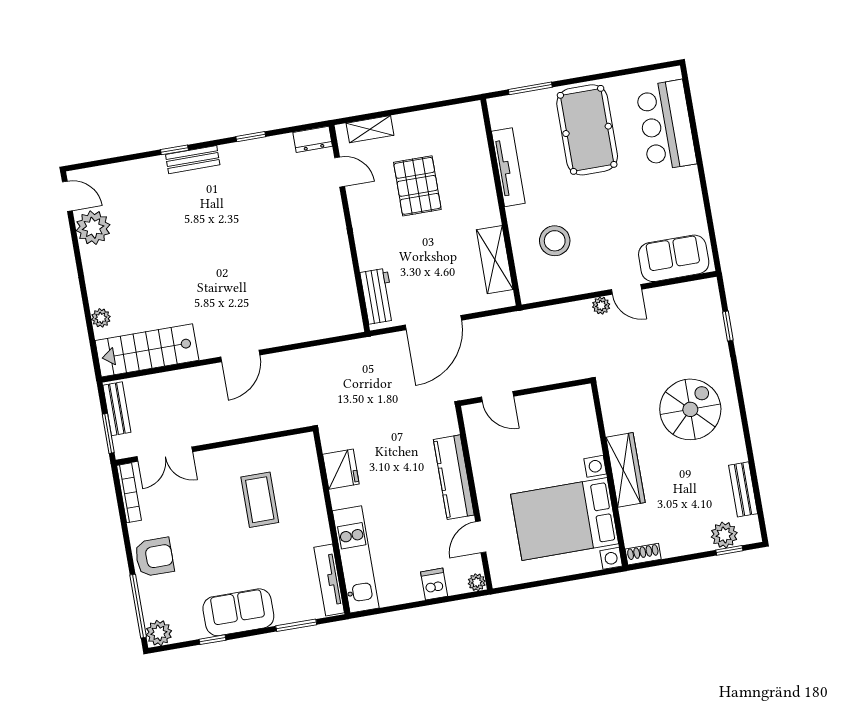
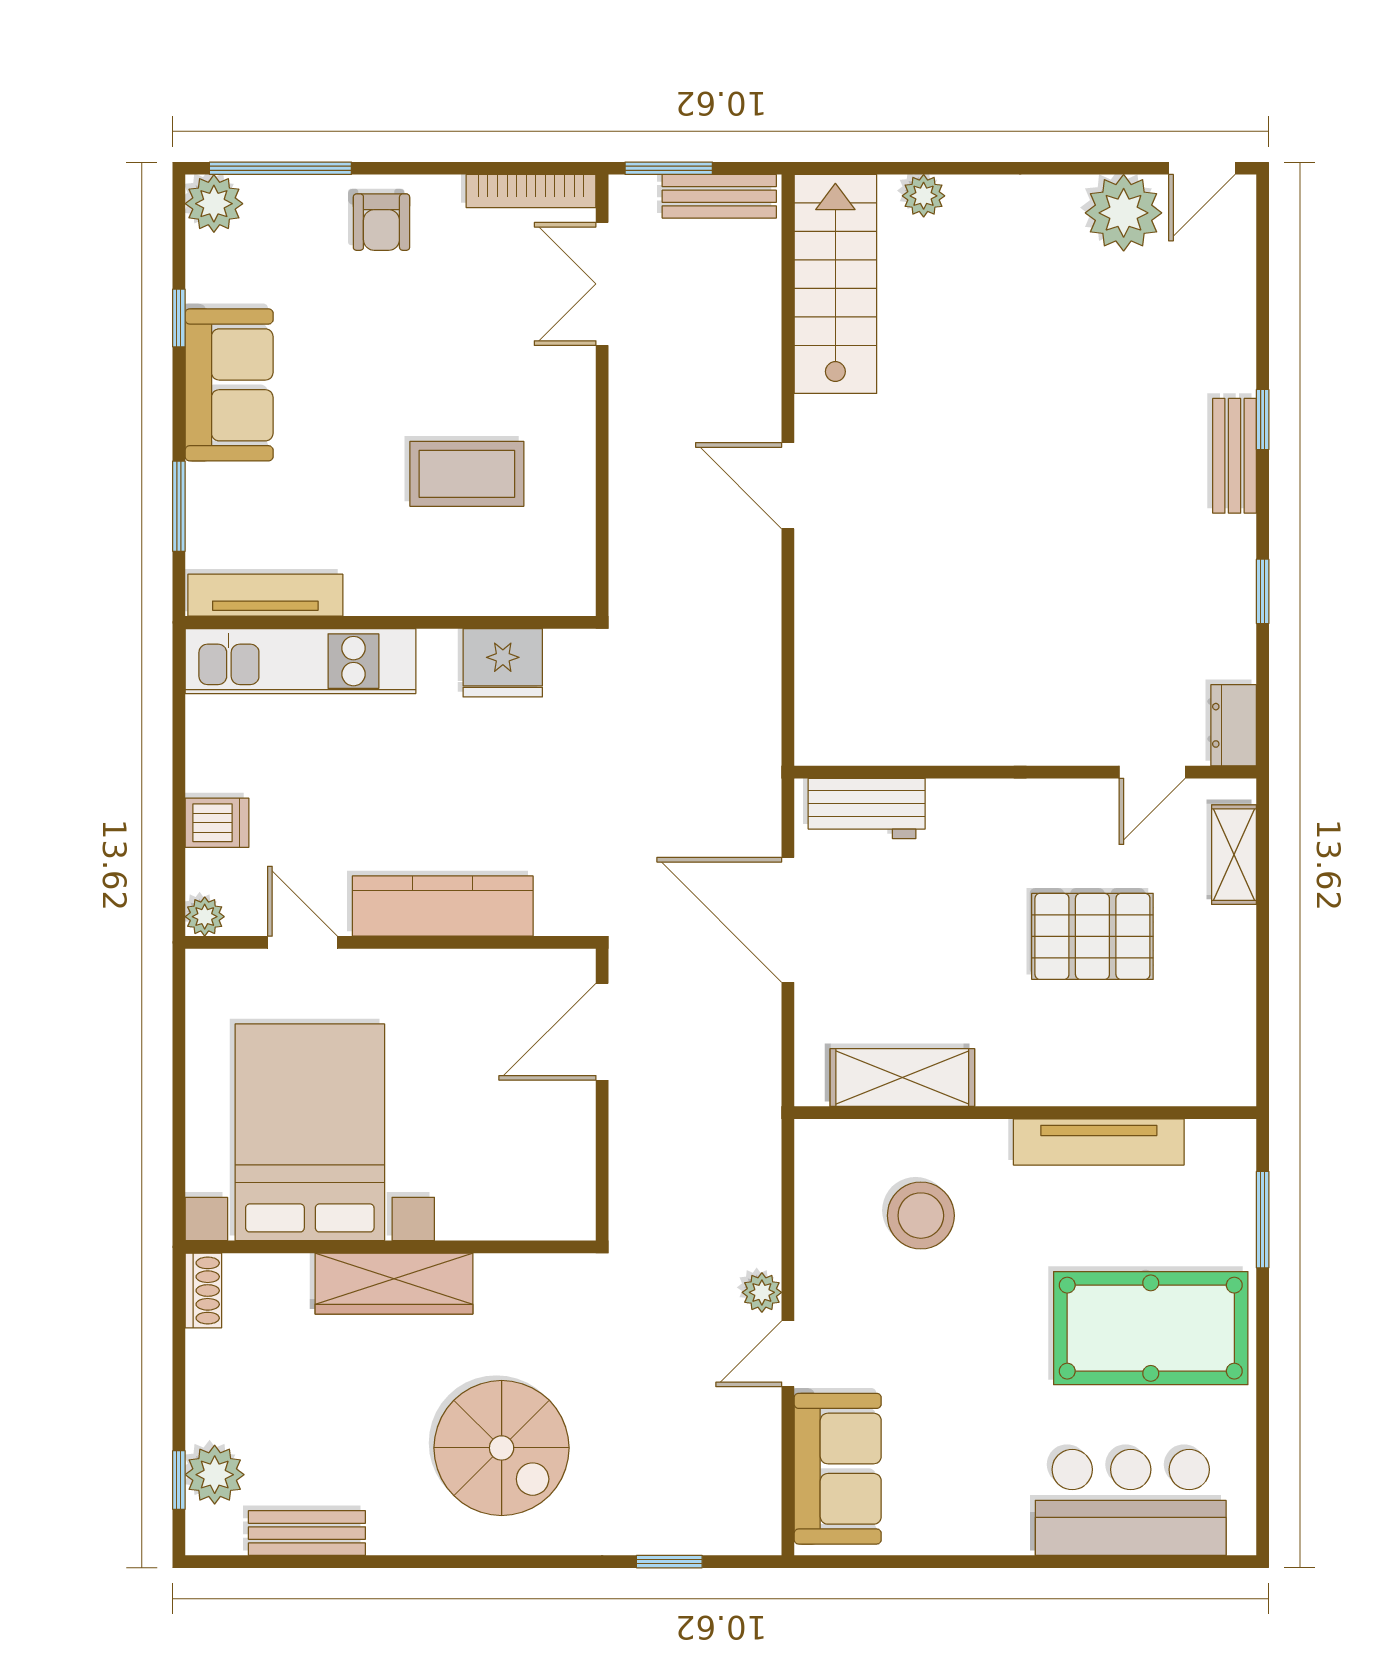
door: (497, 397) -> (602, 1032), width x1.38
armchair: (154, 557) -> (381, 222), width x0.72, depth x0.72

